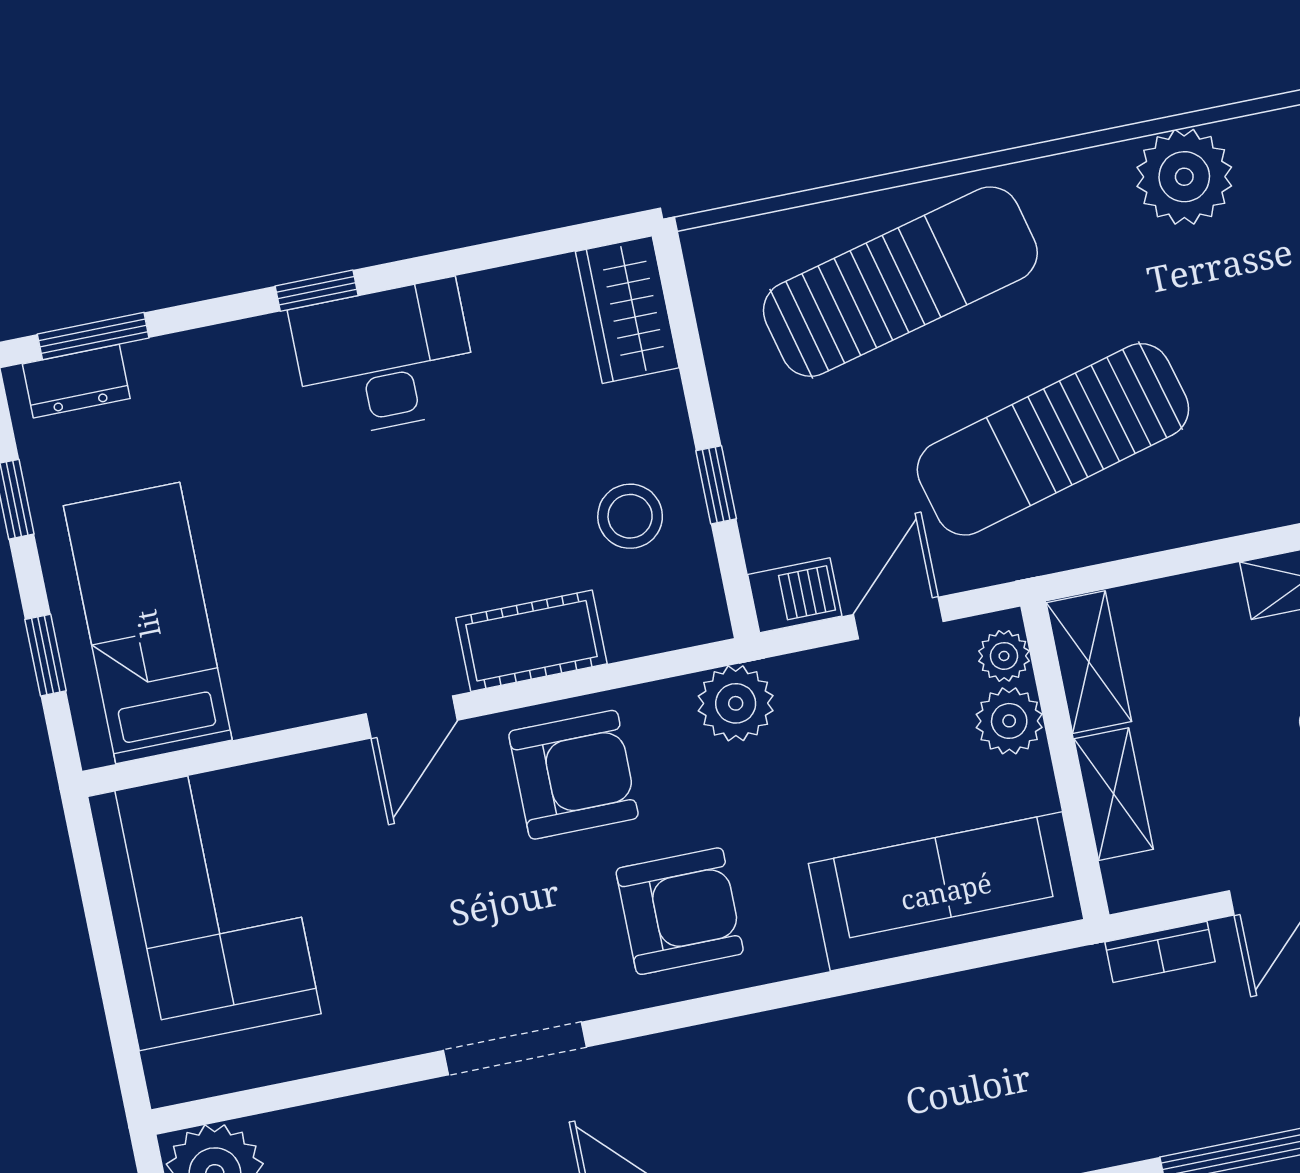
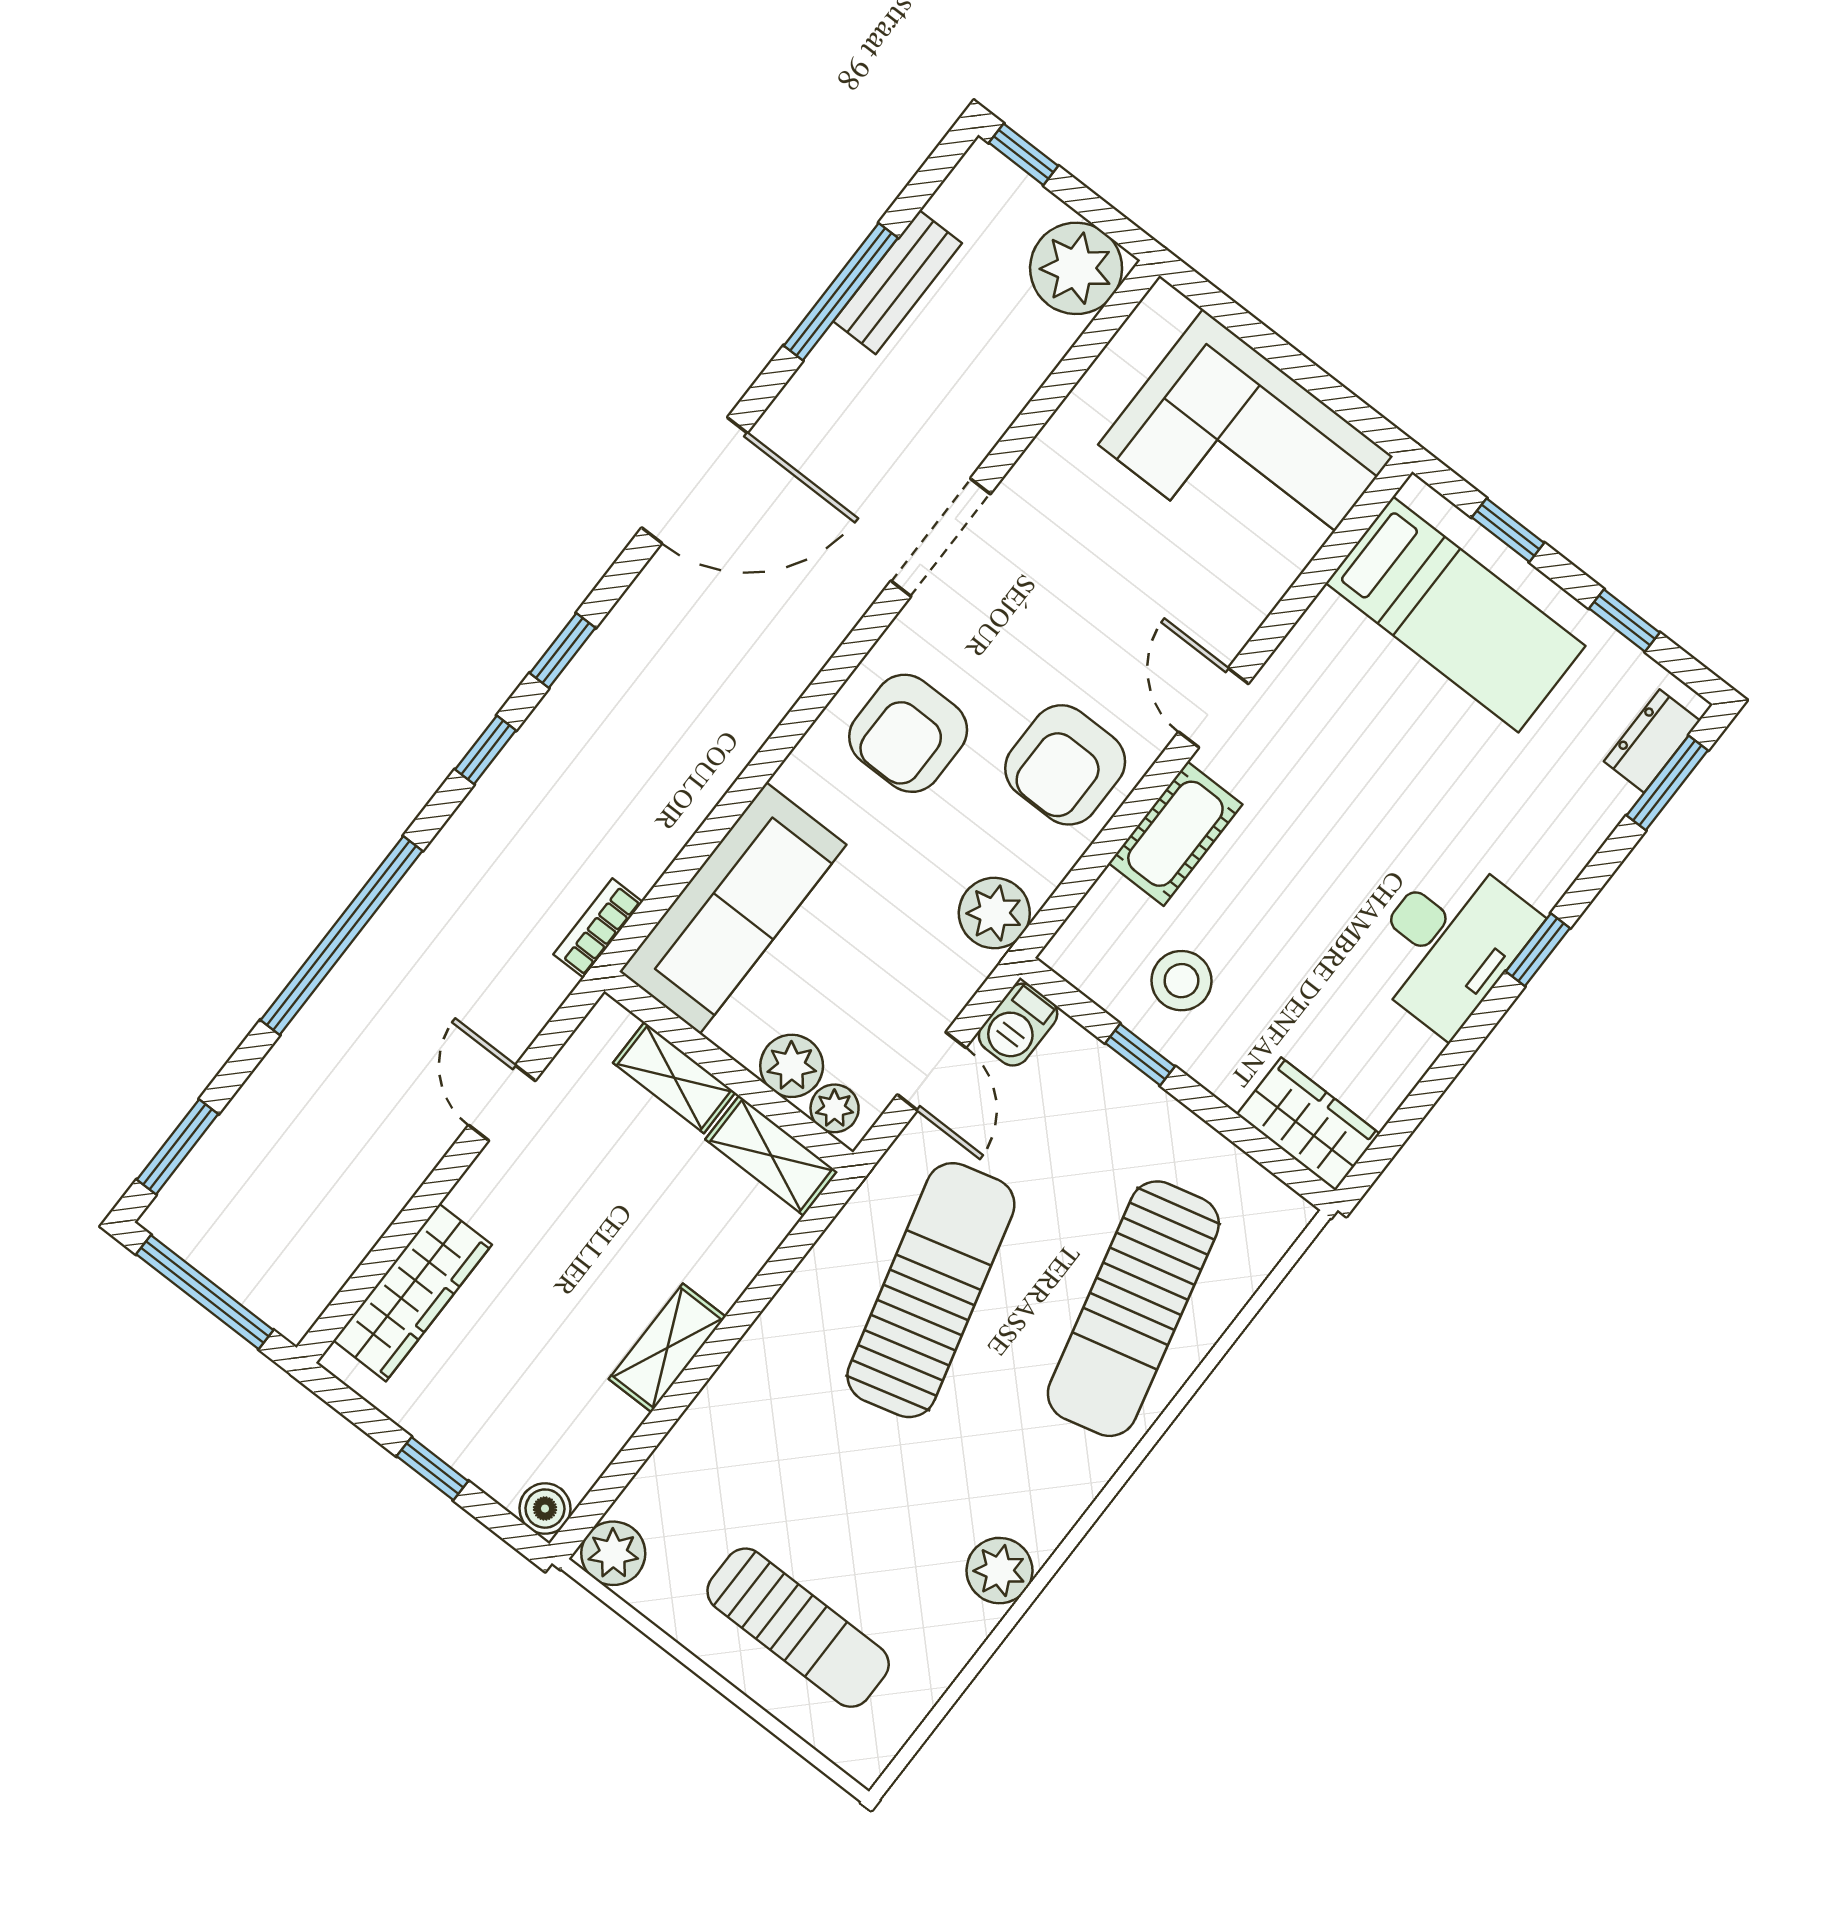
plant: (1184, 177) -> (999, 1571), width x0.73, depth x0.73
bookcase: (1160, 952) -> (598, 928), moved

